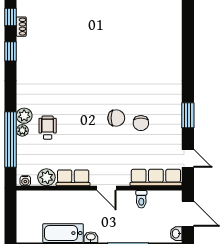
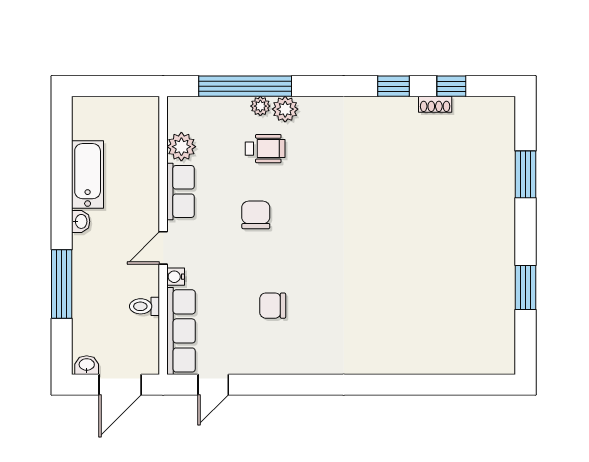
window: (188, 115) -> (286, 385), removed
chair: (116, 118) -> (256, 215), moved, turned 180
water cooler: (25, 181) -> (176, 277), moved

